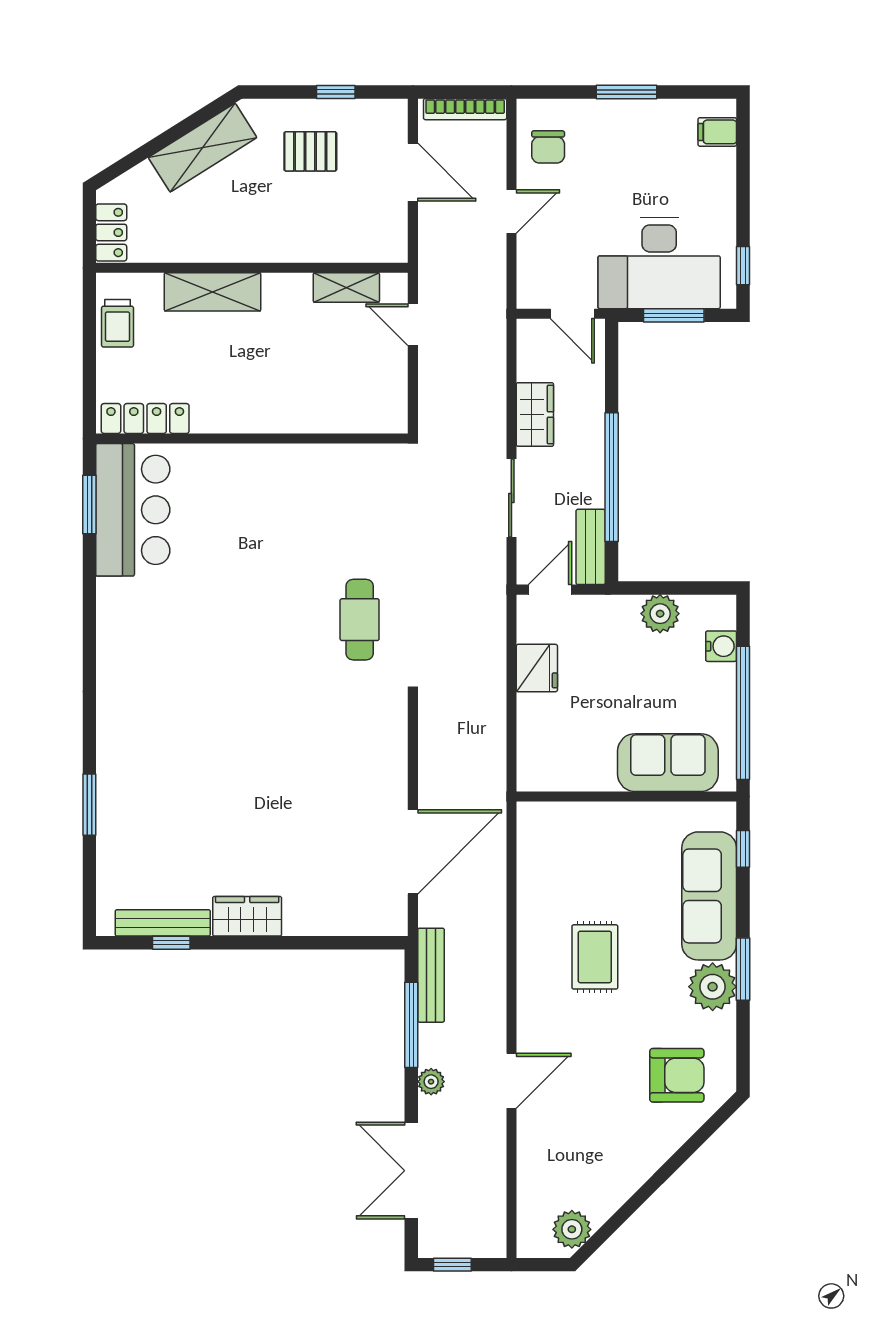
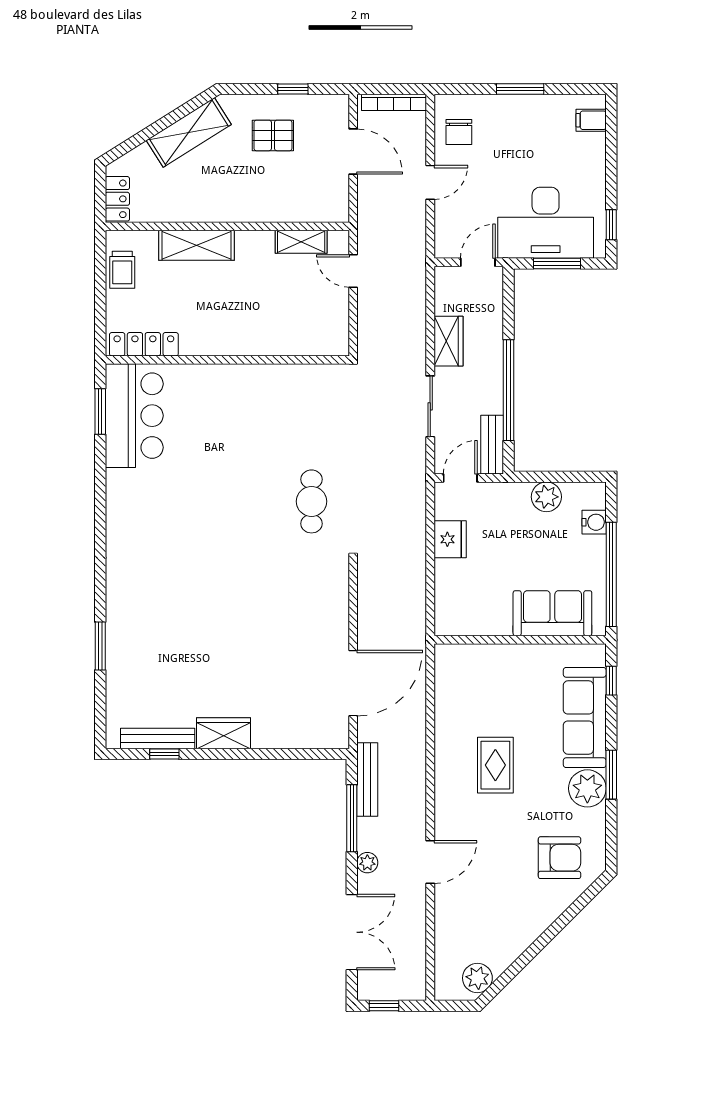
door: (572, 314) -> (478, 262), swing flipped
double door: (411, 1171) -> (352, 932), swing flipped

